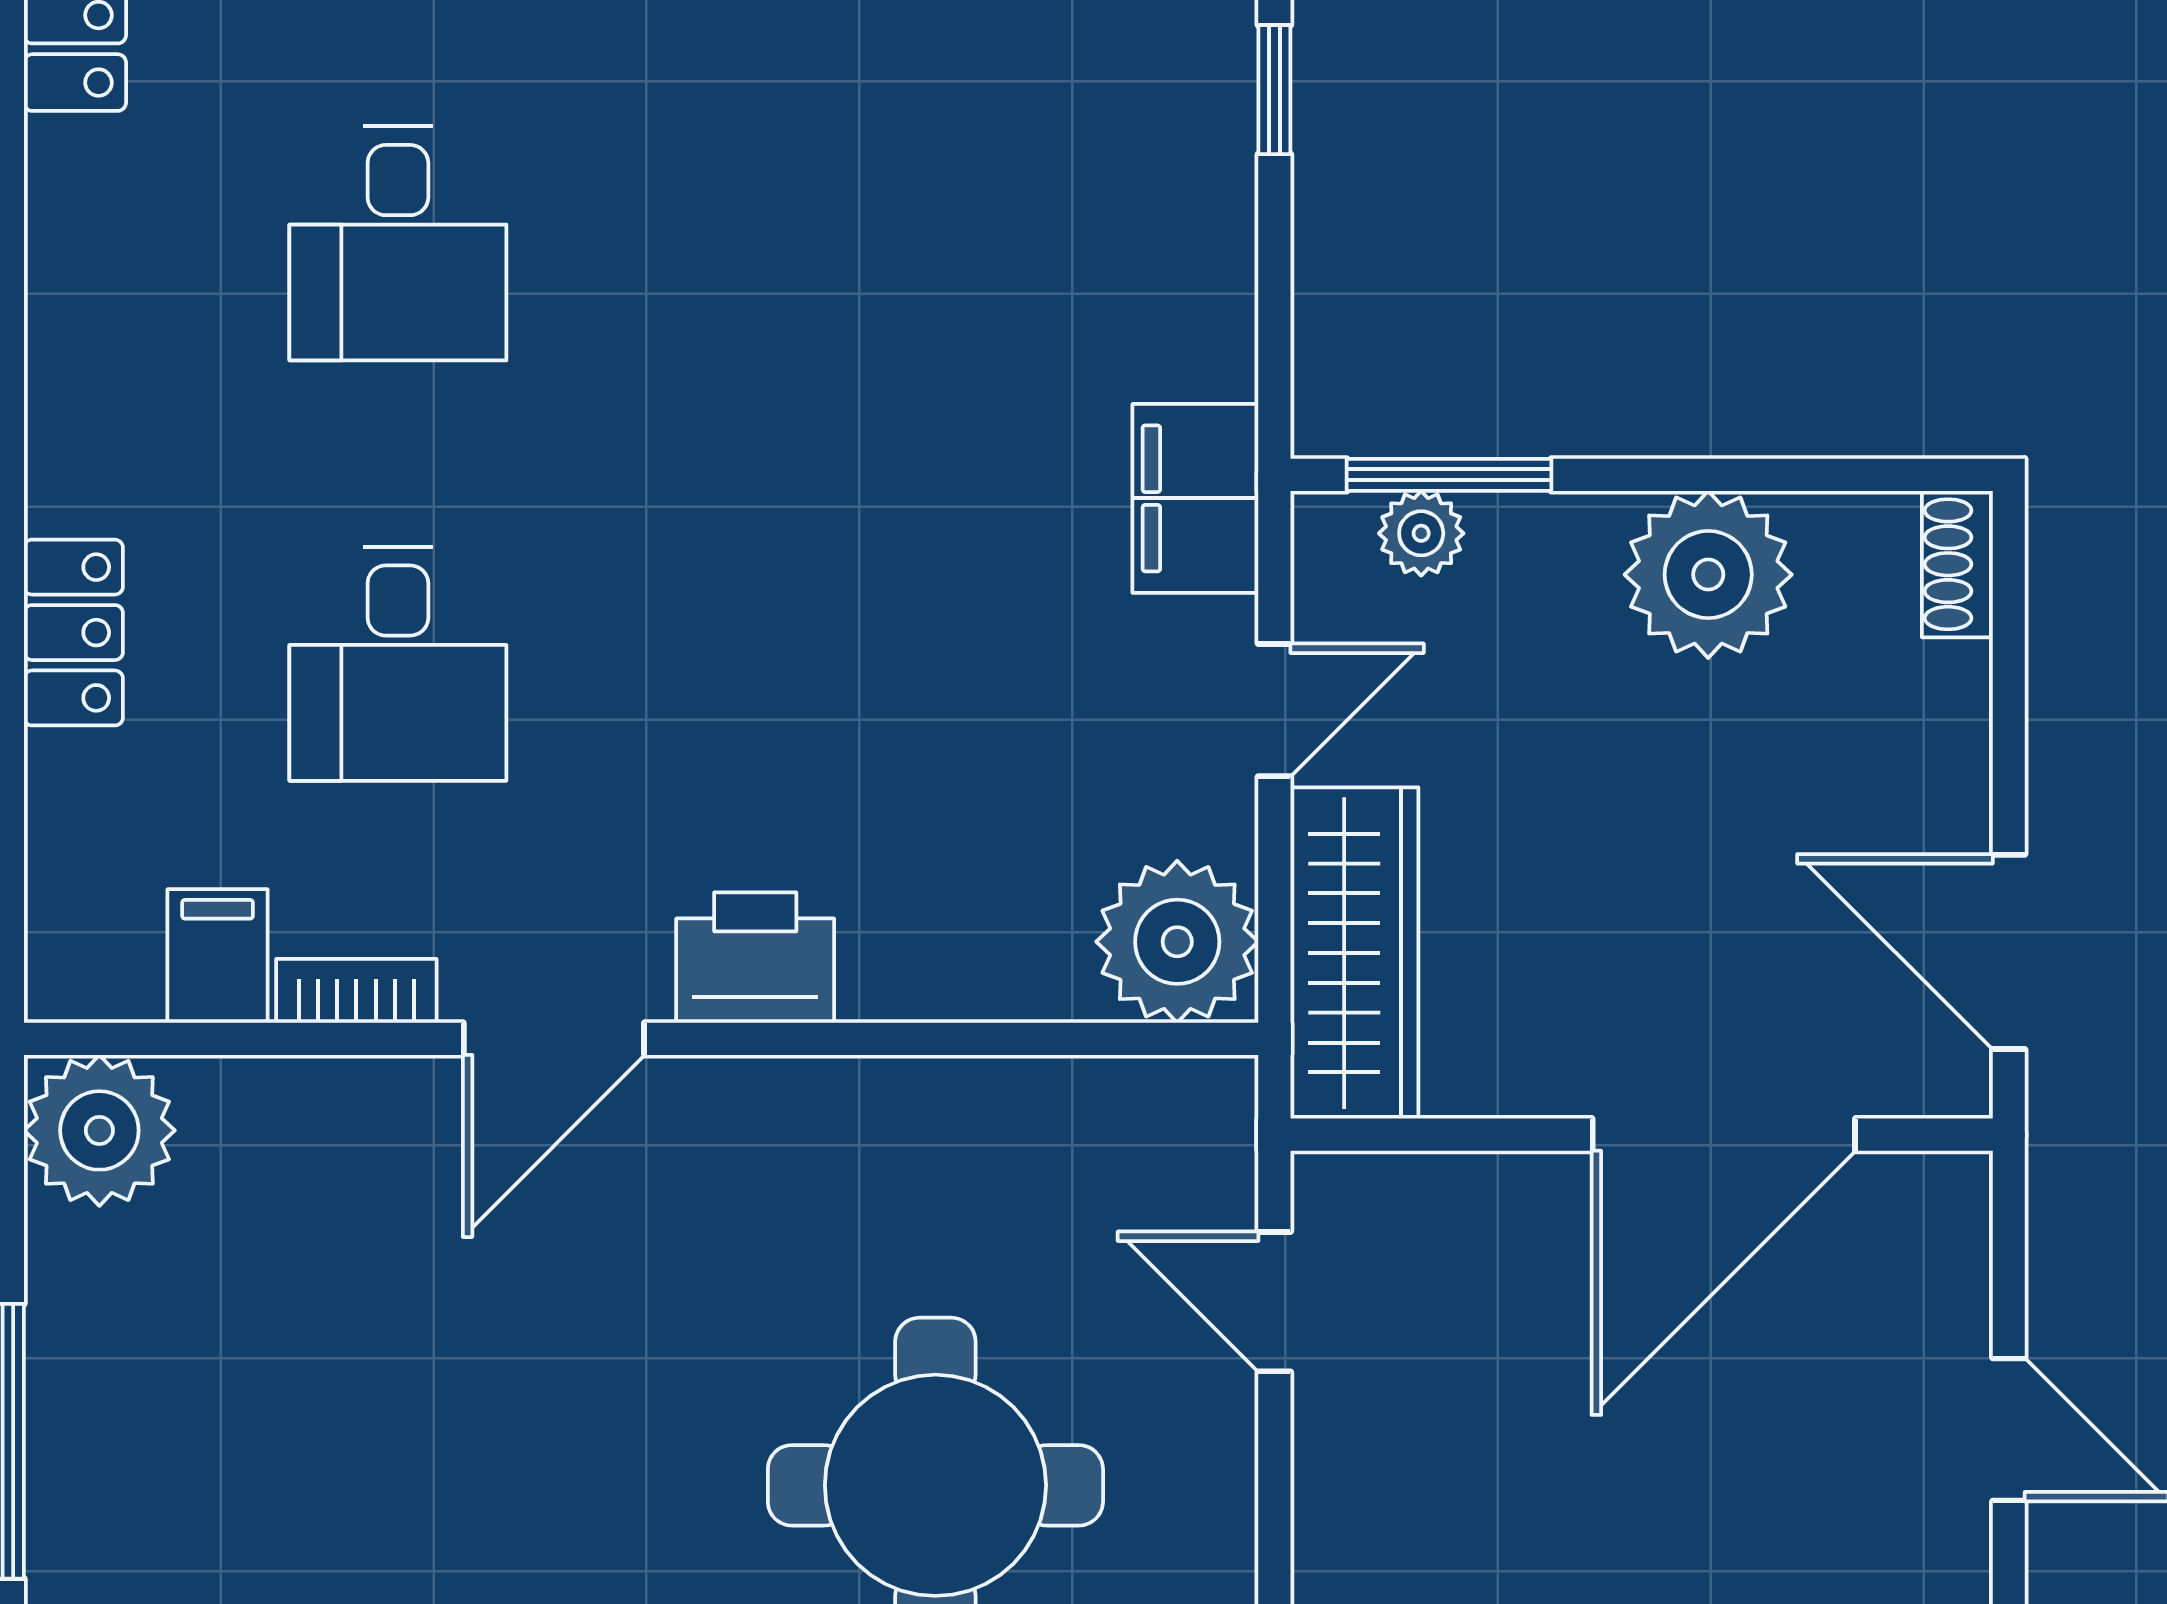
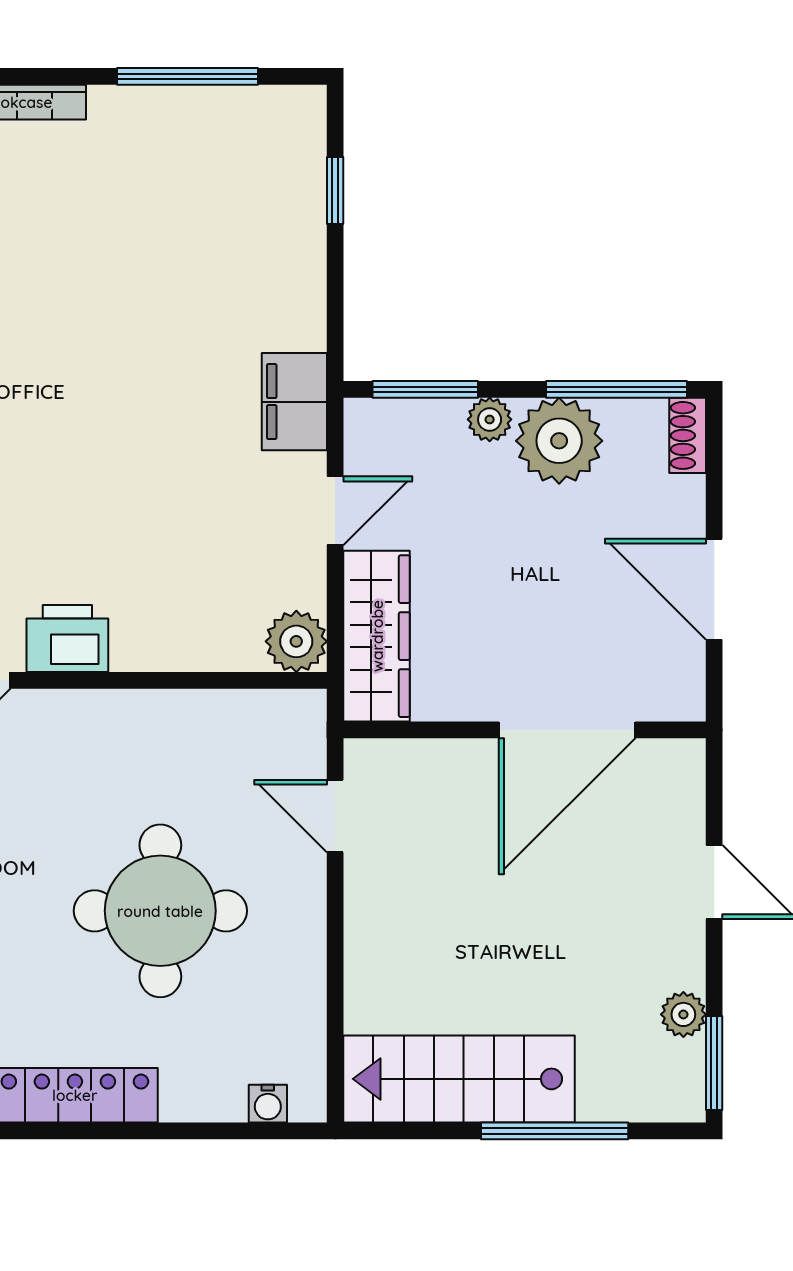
window: (1819, 475) -> (616, 389), added
plant: (1421, 533) -> (490, 419), moved
plant: (1177, 942) -> (296, 641), width x0.73, depth x0.73
door: (2009, 952) -> (714, 589), moved

